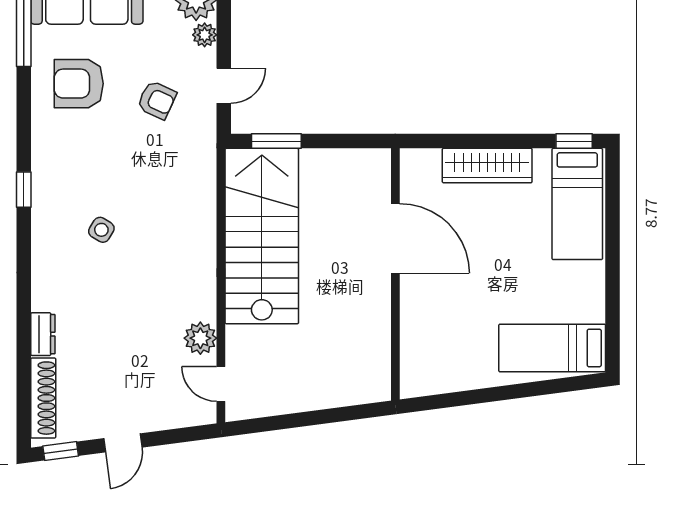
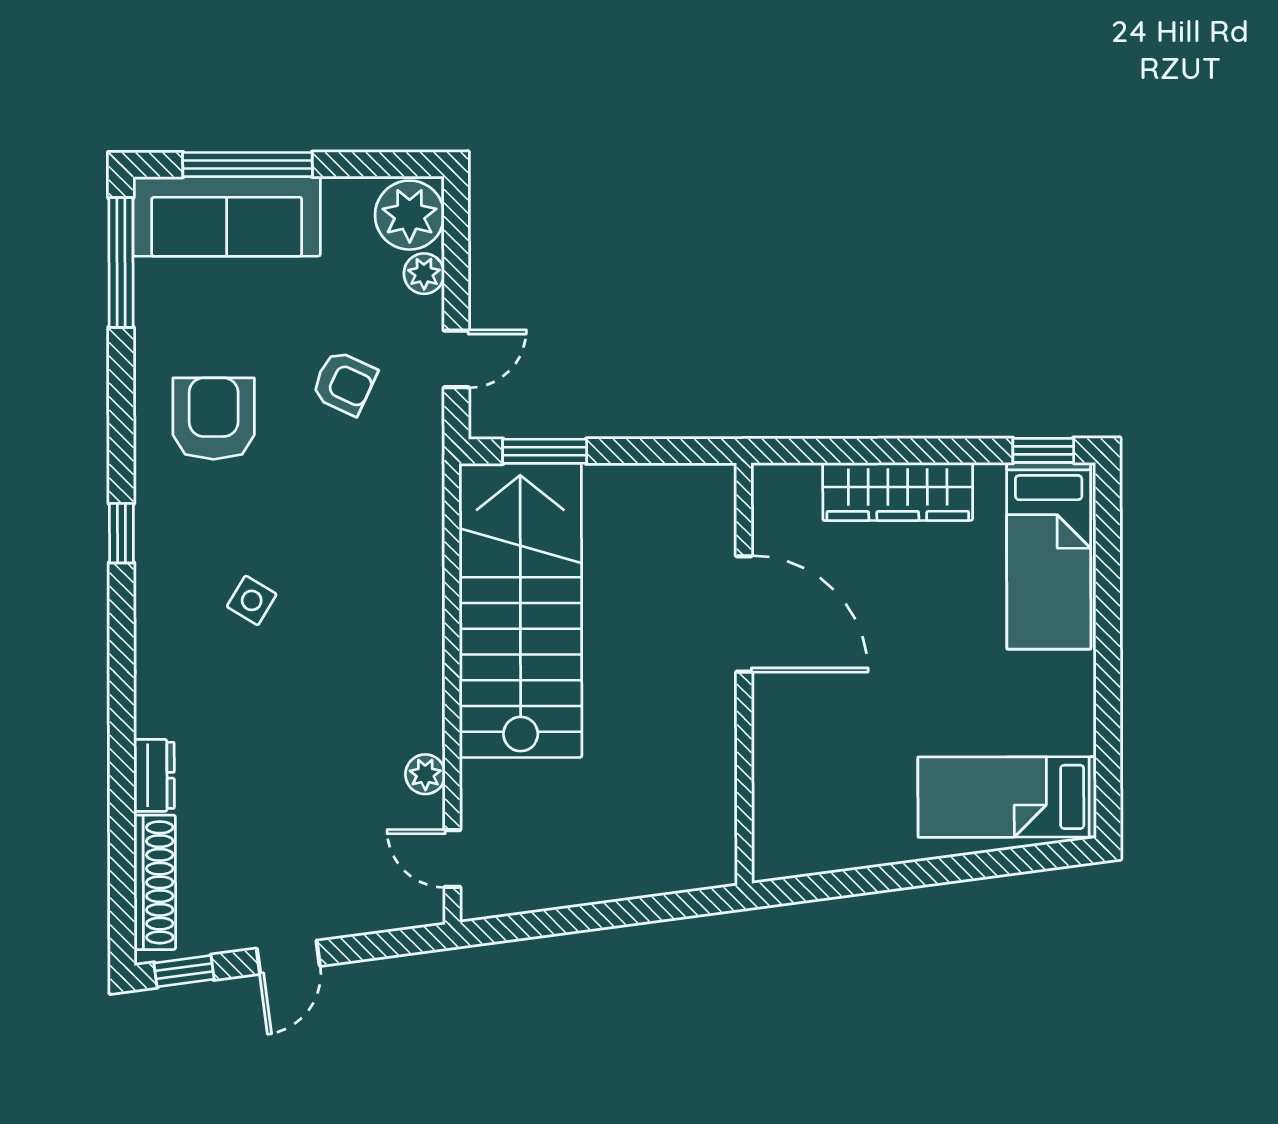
armchair: (79, 84) -> (214, 419), moved, turned 90
plant: (200, 338) -> (425, 774), width x0.73, depth x0.73

